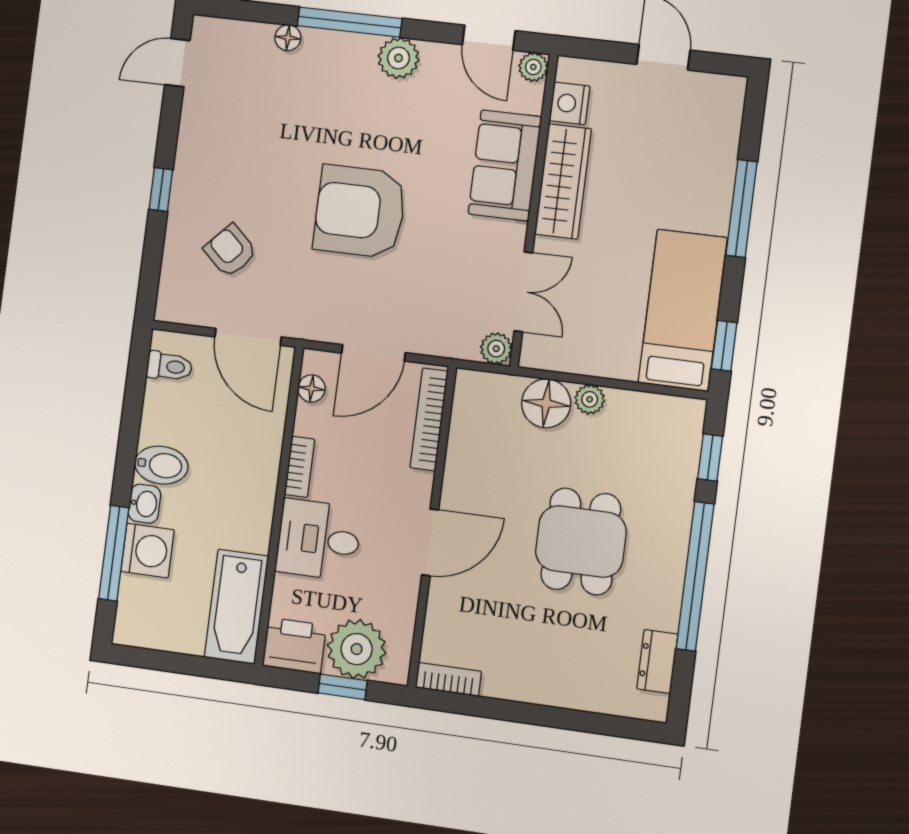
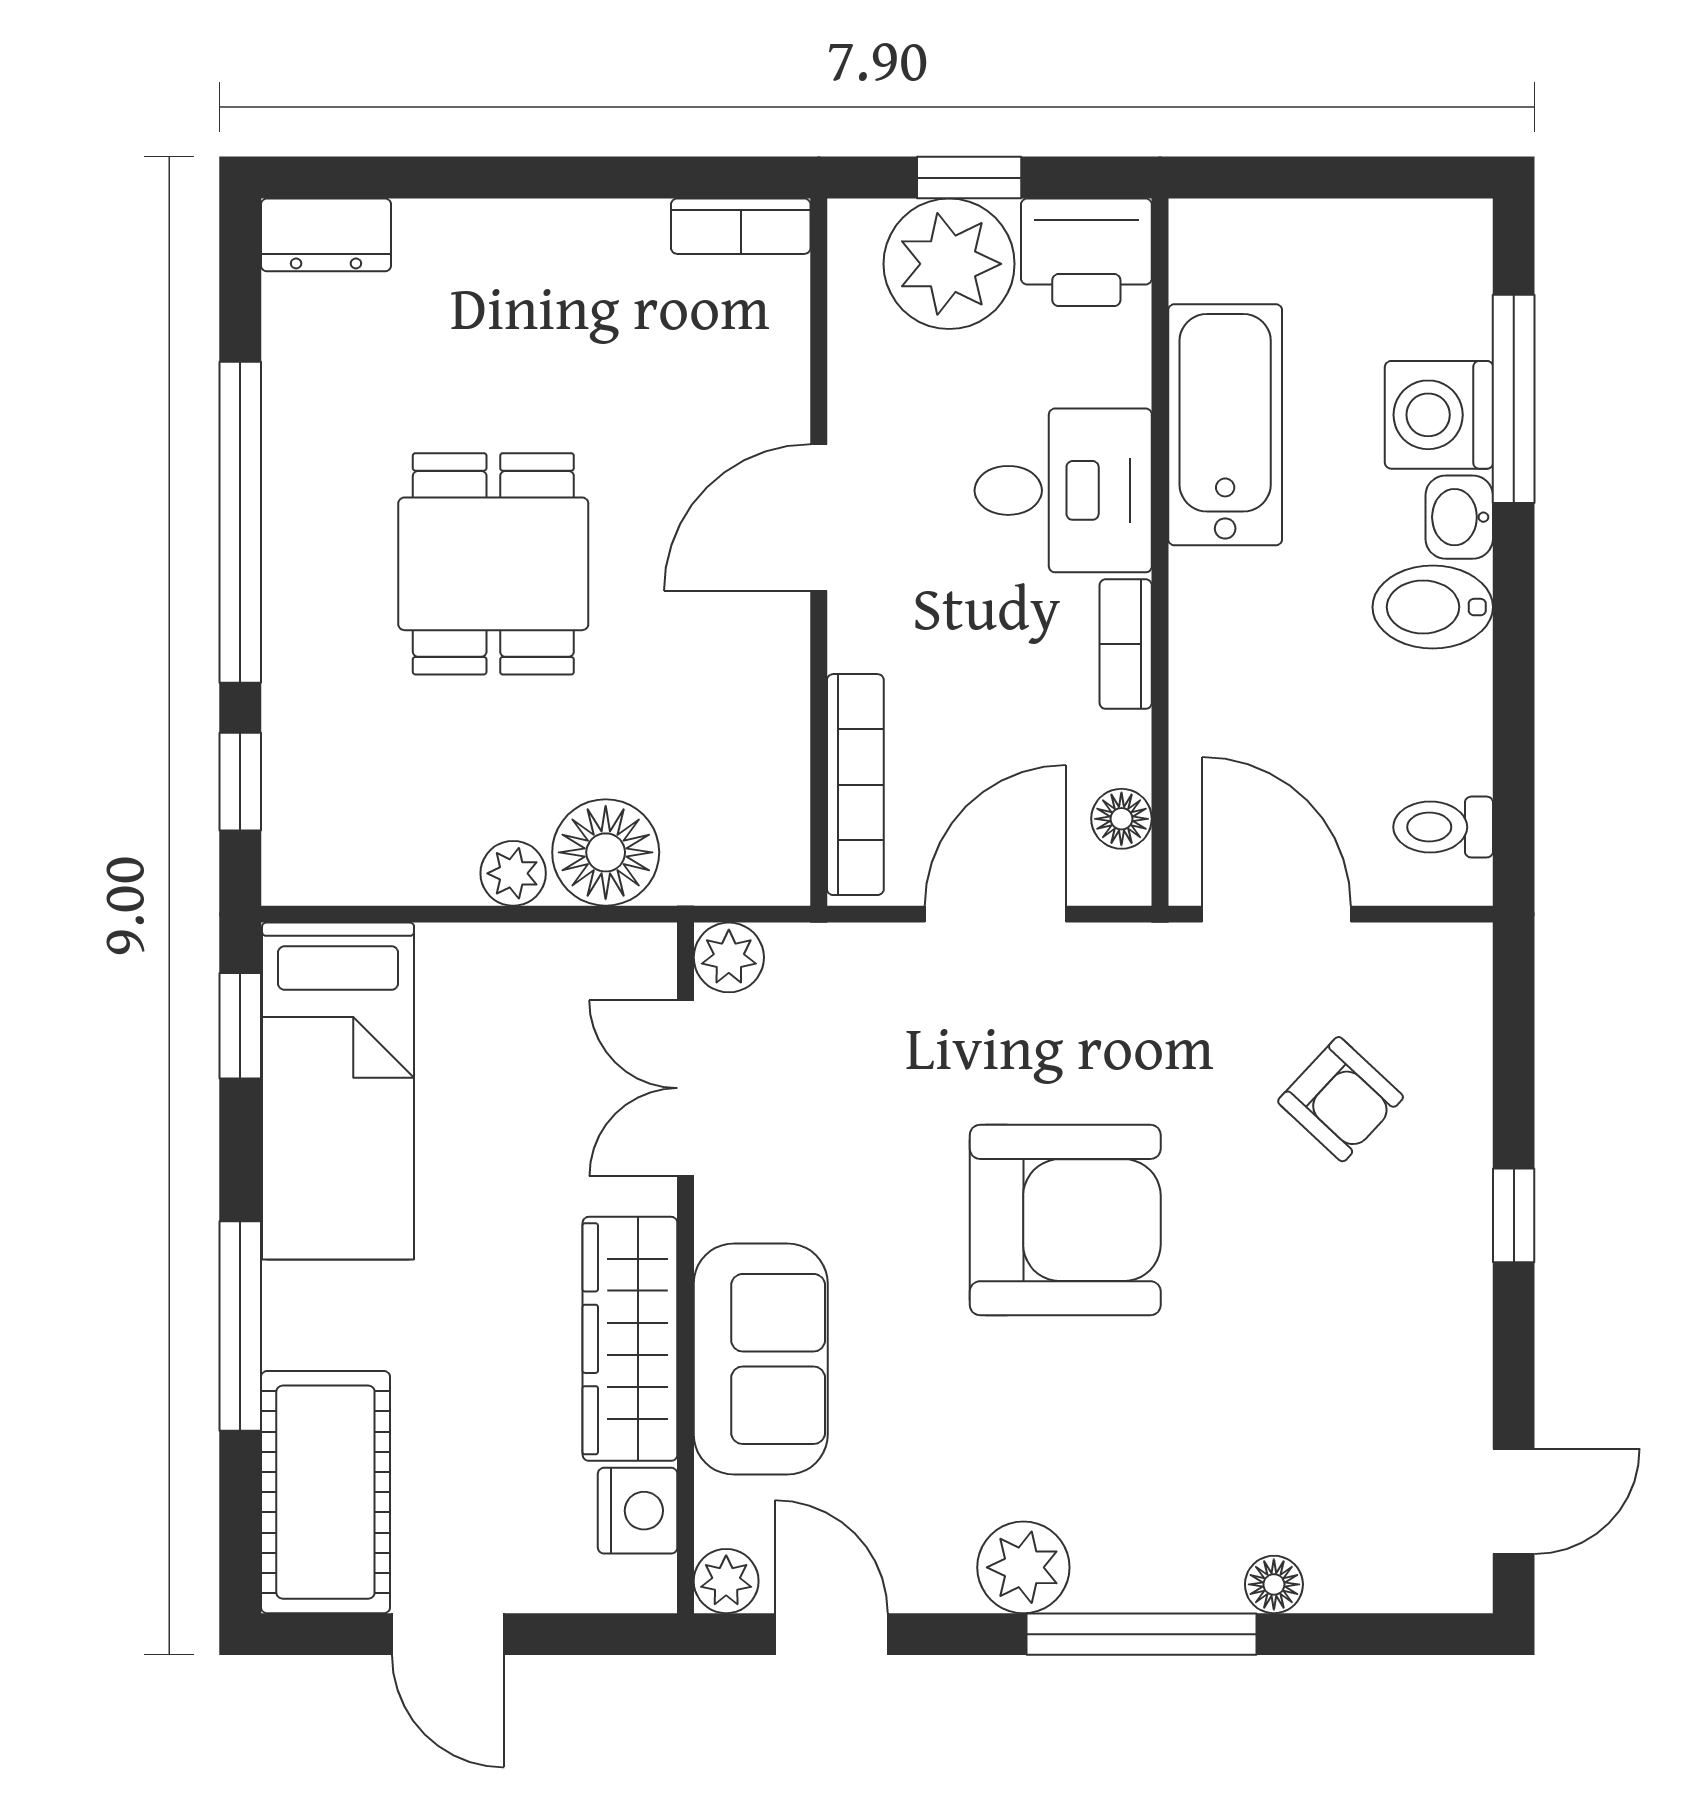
cot: (712, 128) -> (325, 1492), added
bathtub: (236, 607) -> (1225, 425), moved
dresser: (657, 661) -> (326, 235), moved, turned 90

